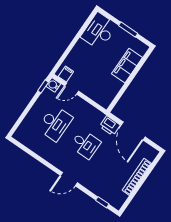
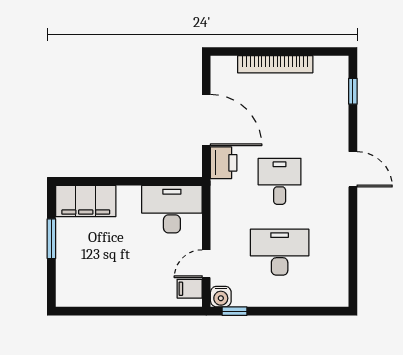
desk: (99, 31) -> (172, 209), moved, turned 180
filing cabinet: (127, 66) -> (86, 201), moved
door: (72, 88) -> (206, 264), swing flipped
door: (133, 131) -> (206, 120), hinge flipped

